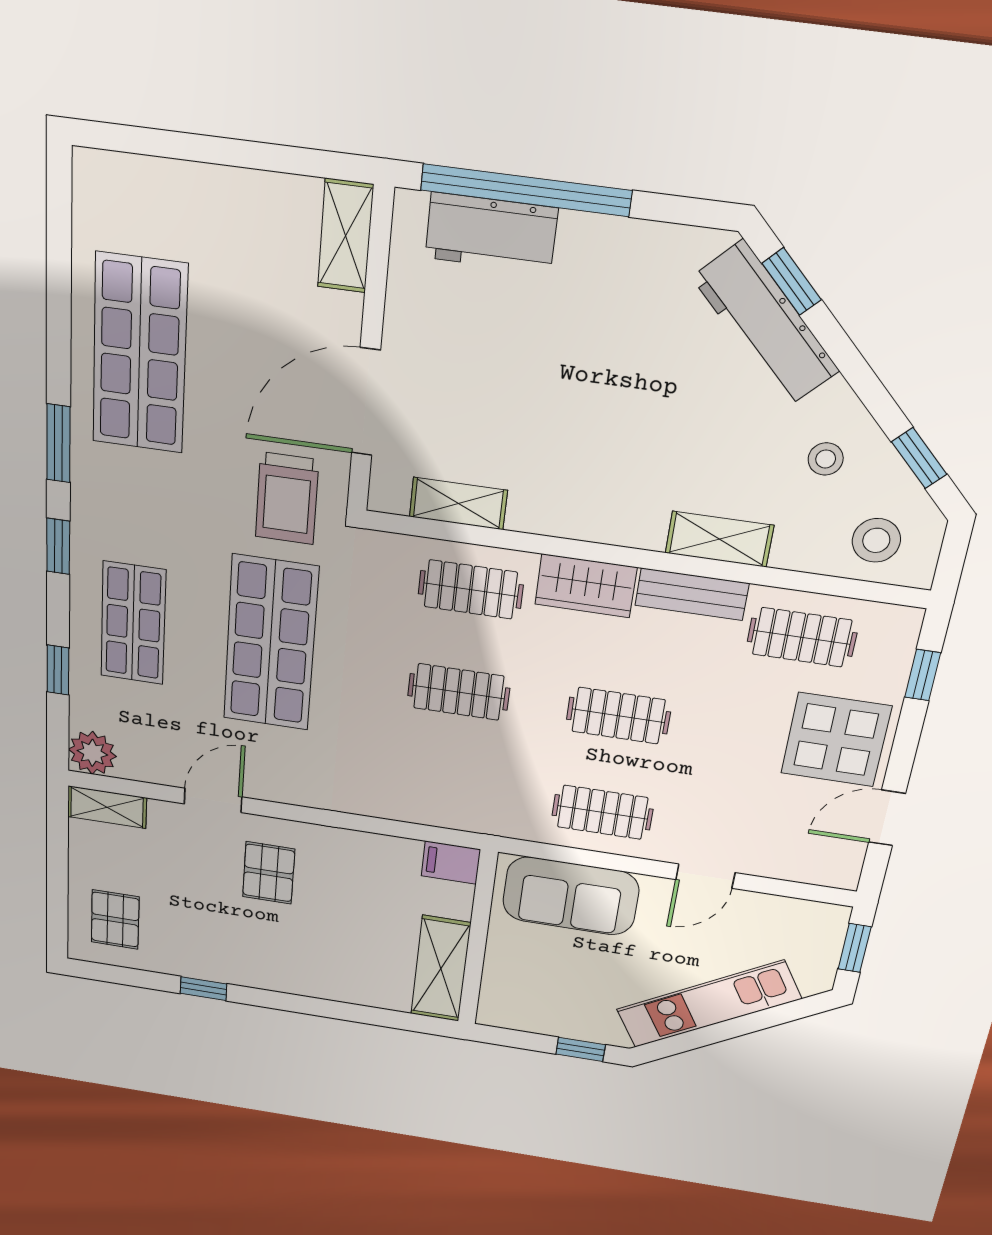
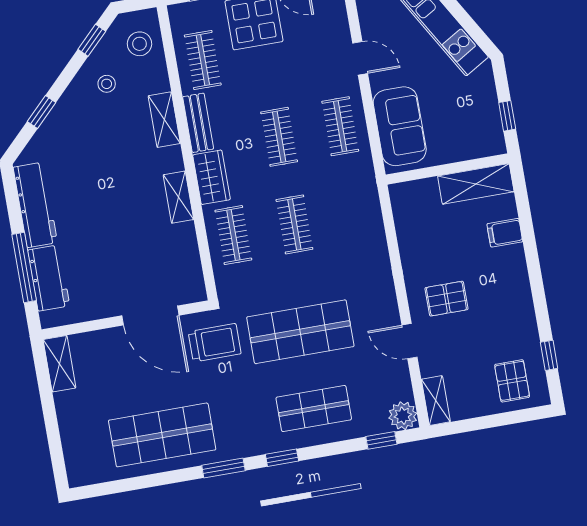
window: (526, 190) -> (24, 268), width x0.68
shelving: (345, 236) -> (60, 364), moved, turned 90
window: (792, 282) -> (41, 112), moved
workbench: (766, 324) -> (35, 205), moved, turned -45
shelving: (458, 504) -> (178, 197), moved
window: (58, 670) -> (381, 440), moved
filing cabinet: (451, 863) -> (505, 233), moved, turned 90
pallet: (115, 920) -> (512, 381), turned 90
window: (203, 989) -> (549, 355), moved
window: (581, 1049) -> (507, 116), moved

